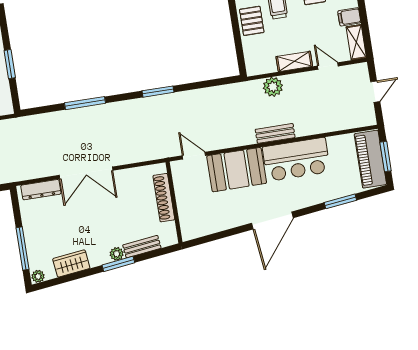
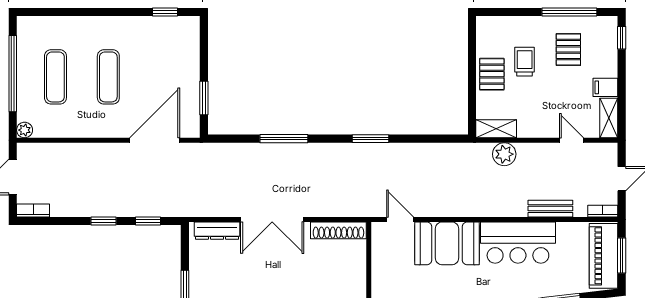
shelving: (294, 61) -> (496, 129), moved
window: (10, 64) -> (204, 98), moved
bookcase: (364, 122) -> (603, 211), added
bench: (275, 133) -> (550, 209), moved
shoe rack: (164, 198) -> (338, 230), moved, turned -90

